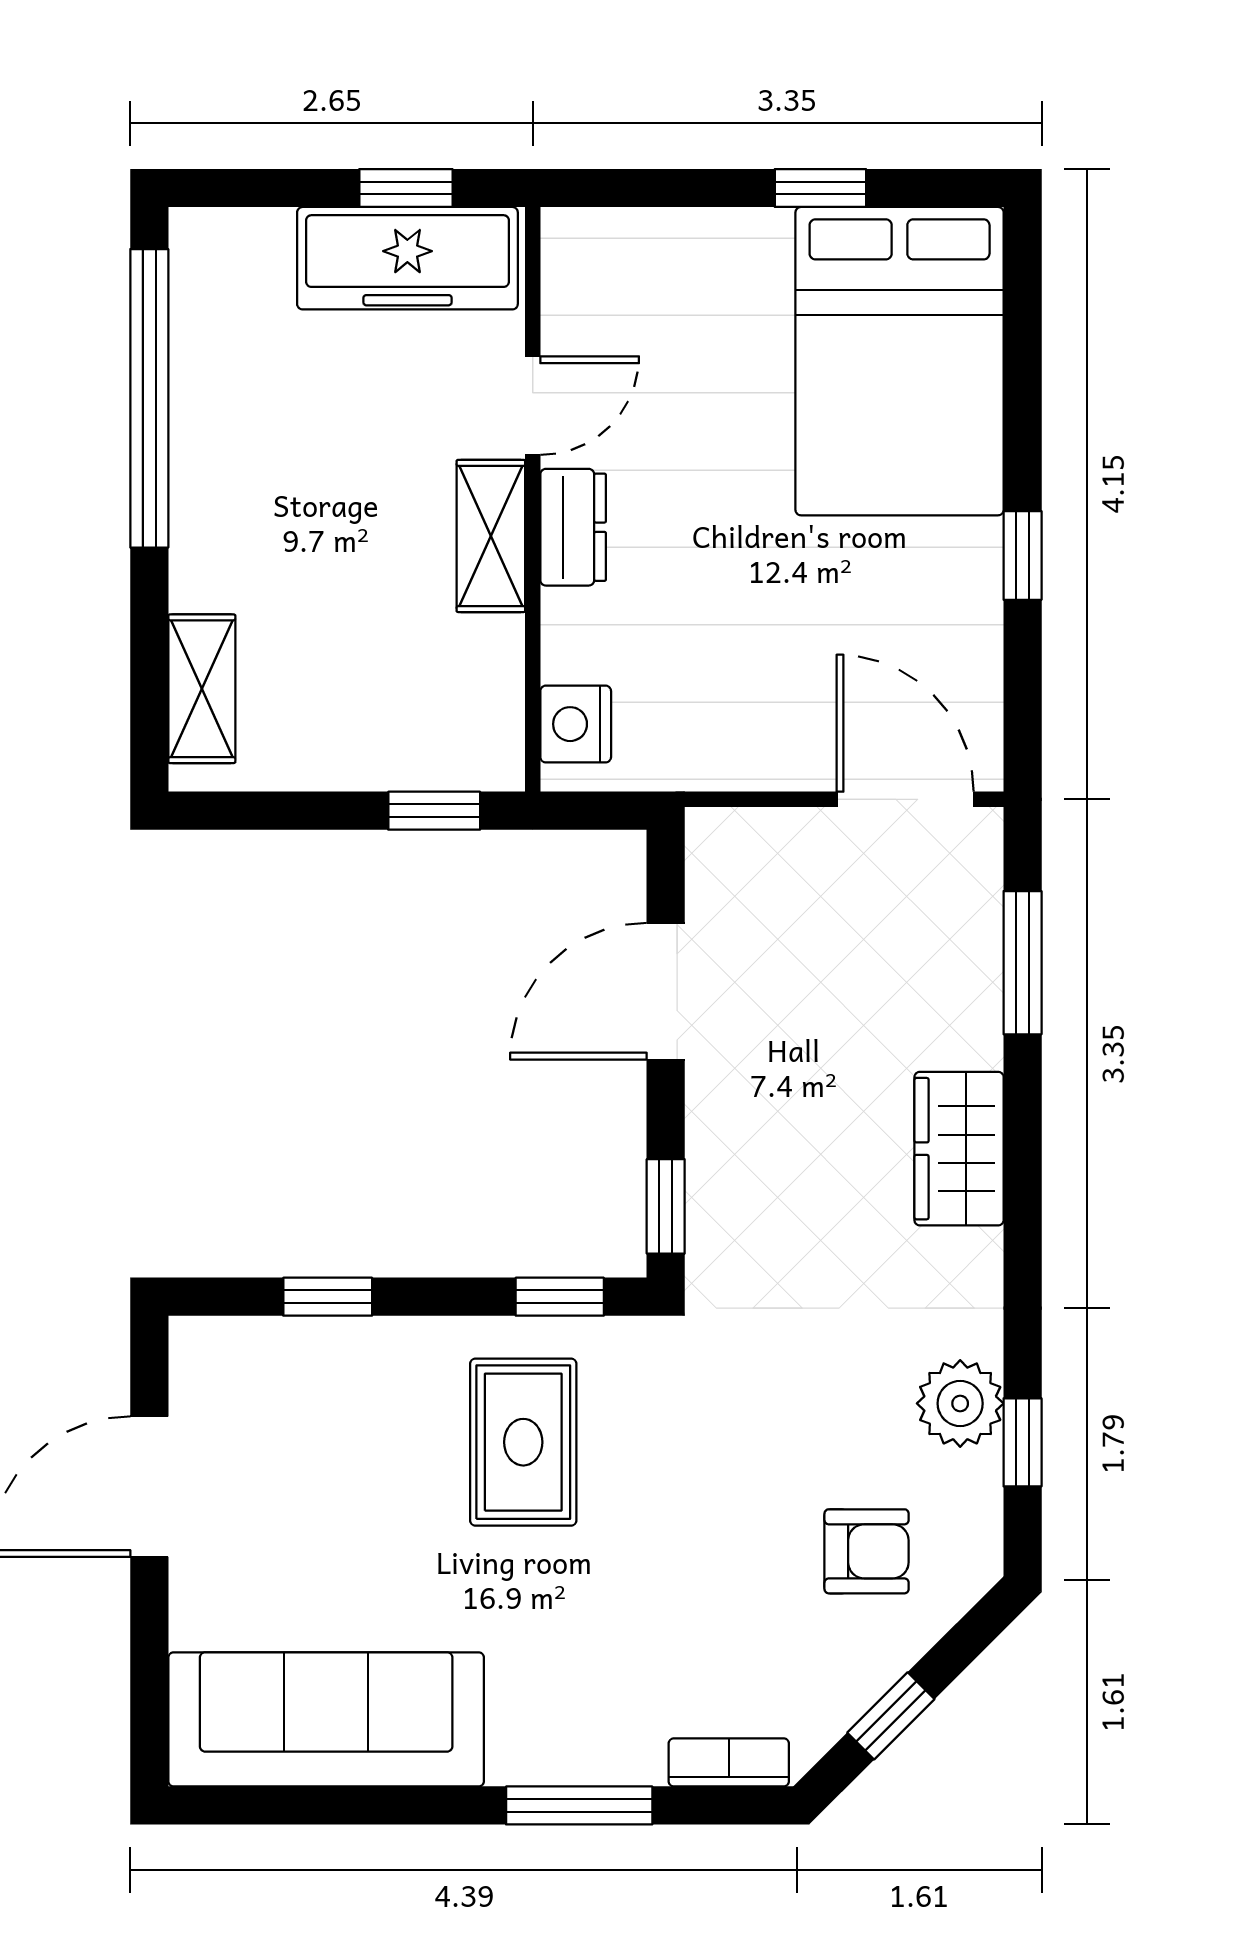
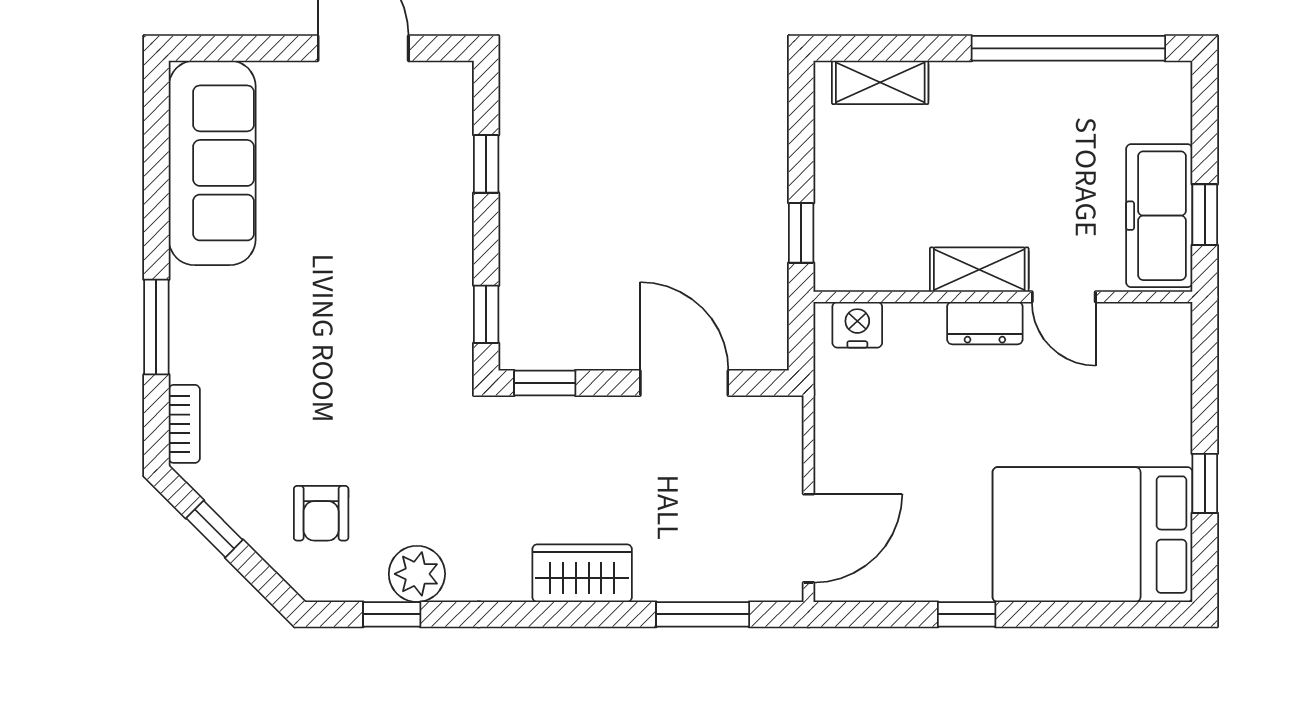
rug: (523, 1442) -> (392, 291), removed

